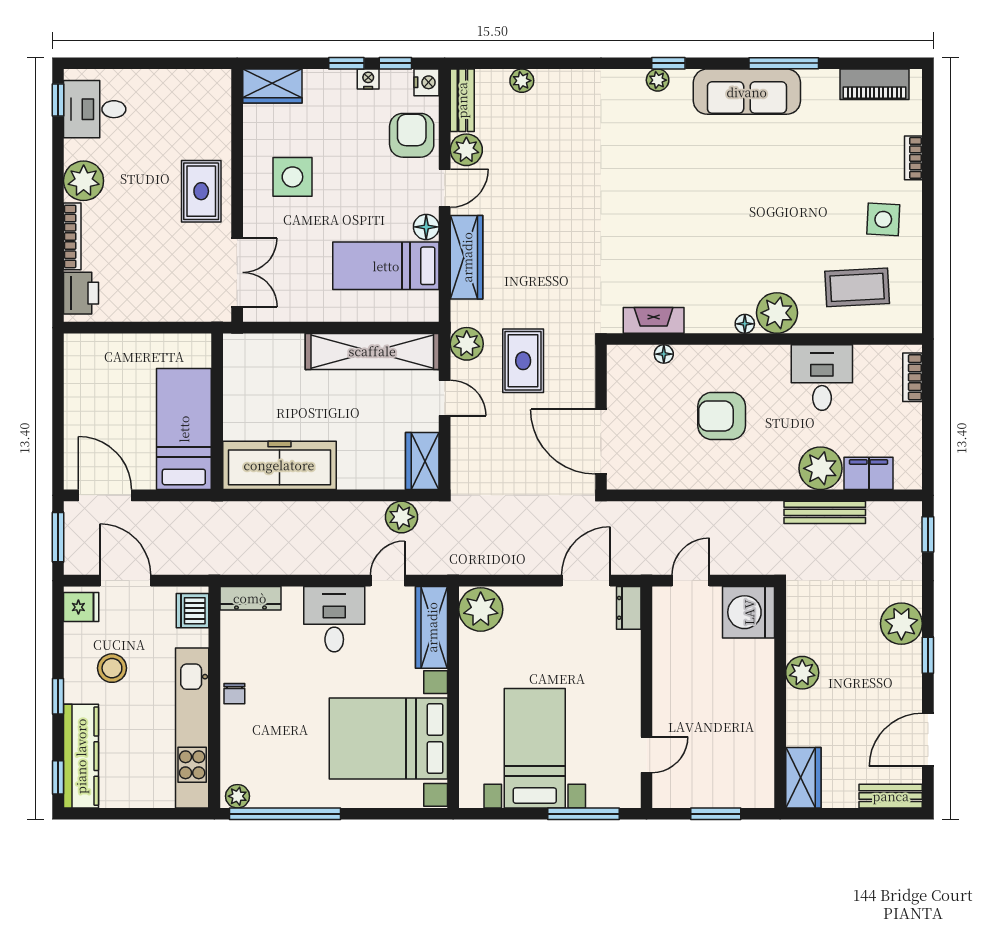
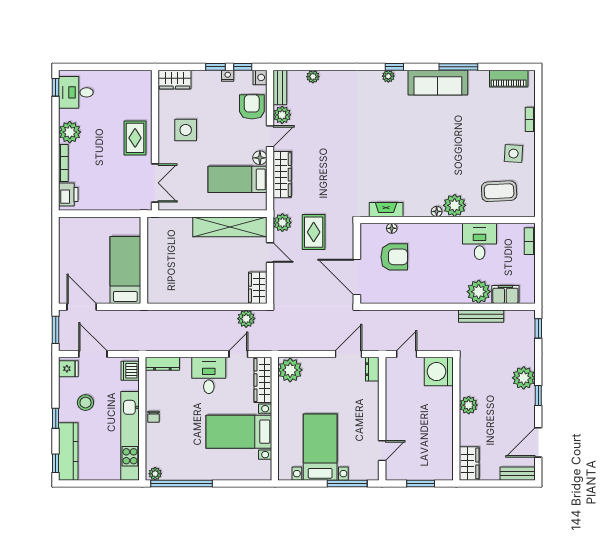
armchair: (722, 416) -> (394, 257), moved, turned 180
freezer: (279, 465) -> (178, 290), removed
bed with nightstands: (388, 738) -> (239, 432), width x0.73

